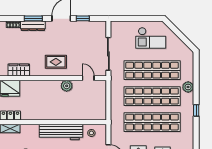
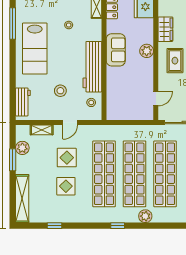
wardrobe: (19, 70) -> (165, 29), moved
plant: (67, 86) -> (147, 51), moved
sofa: (47, 112) -> (116, 50), added

